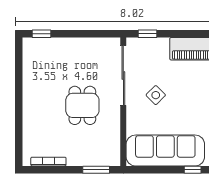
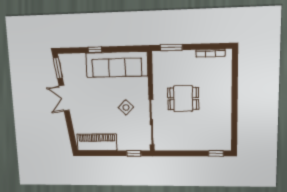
dining table: (82, 105) -> (183, 99), turned 90

